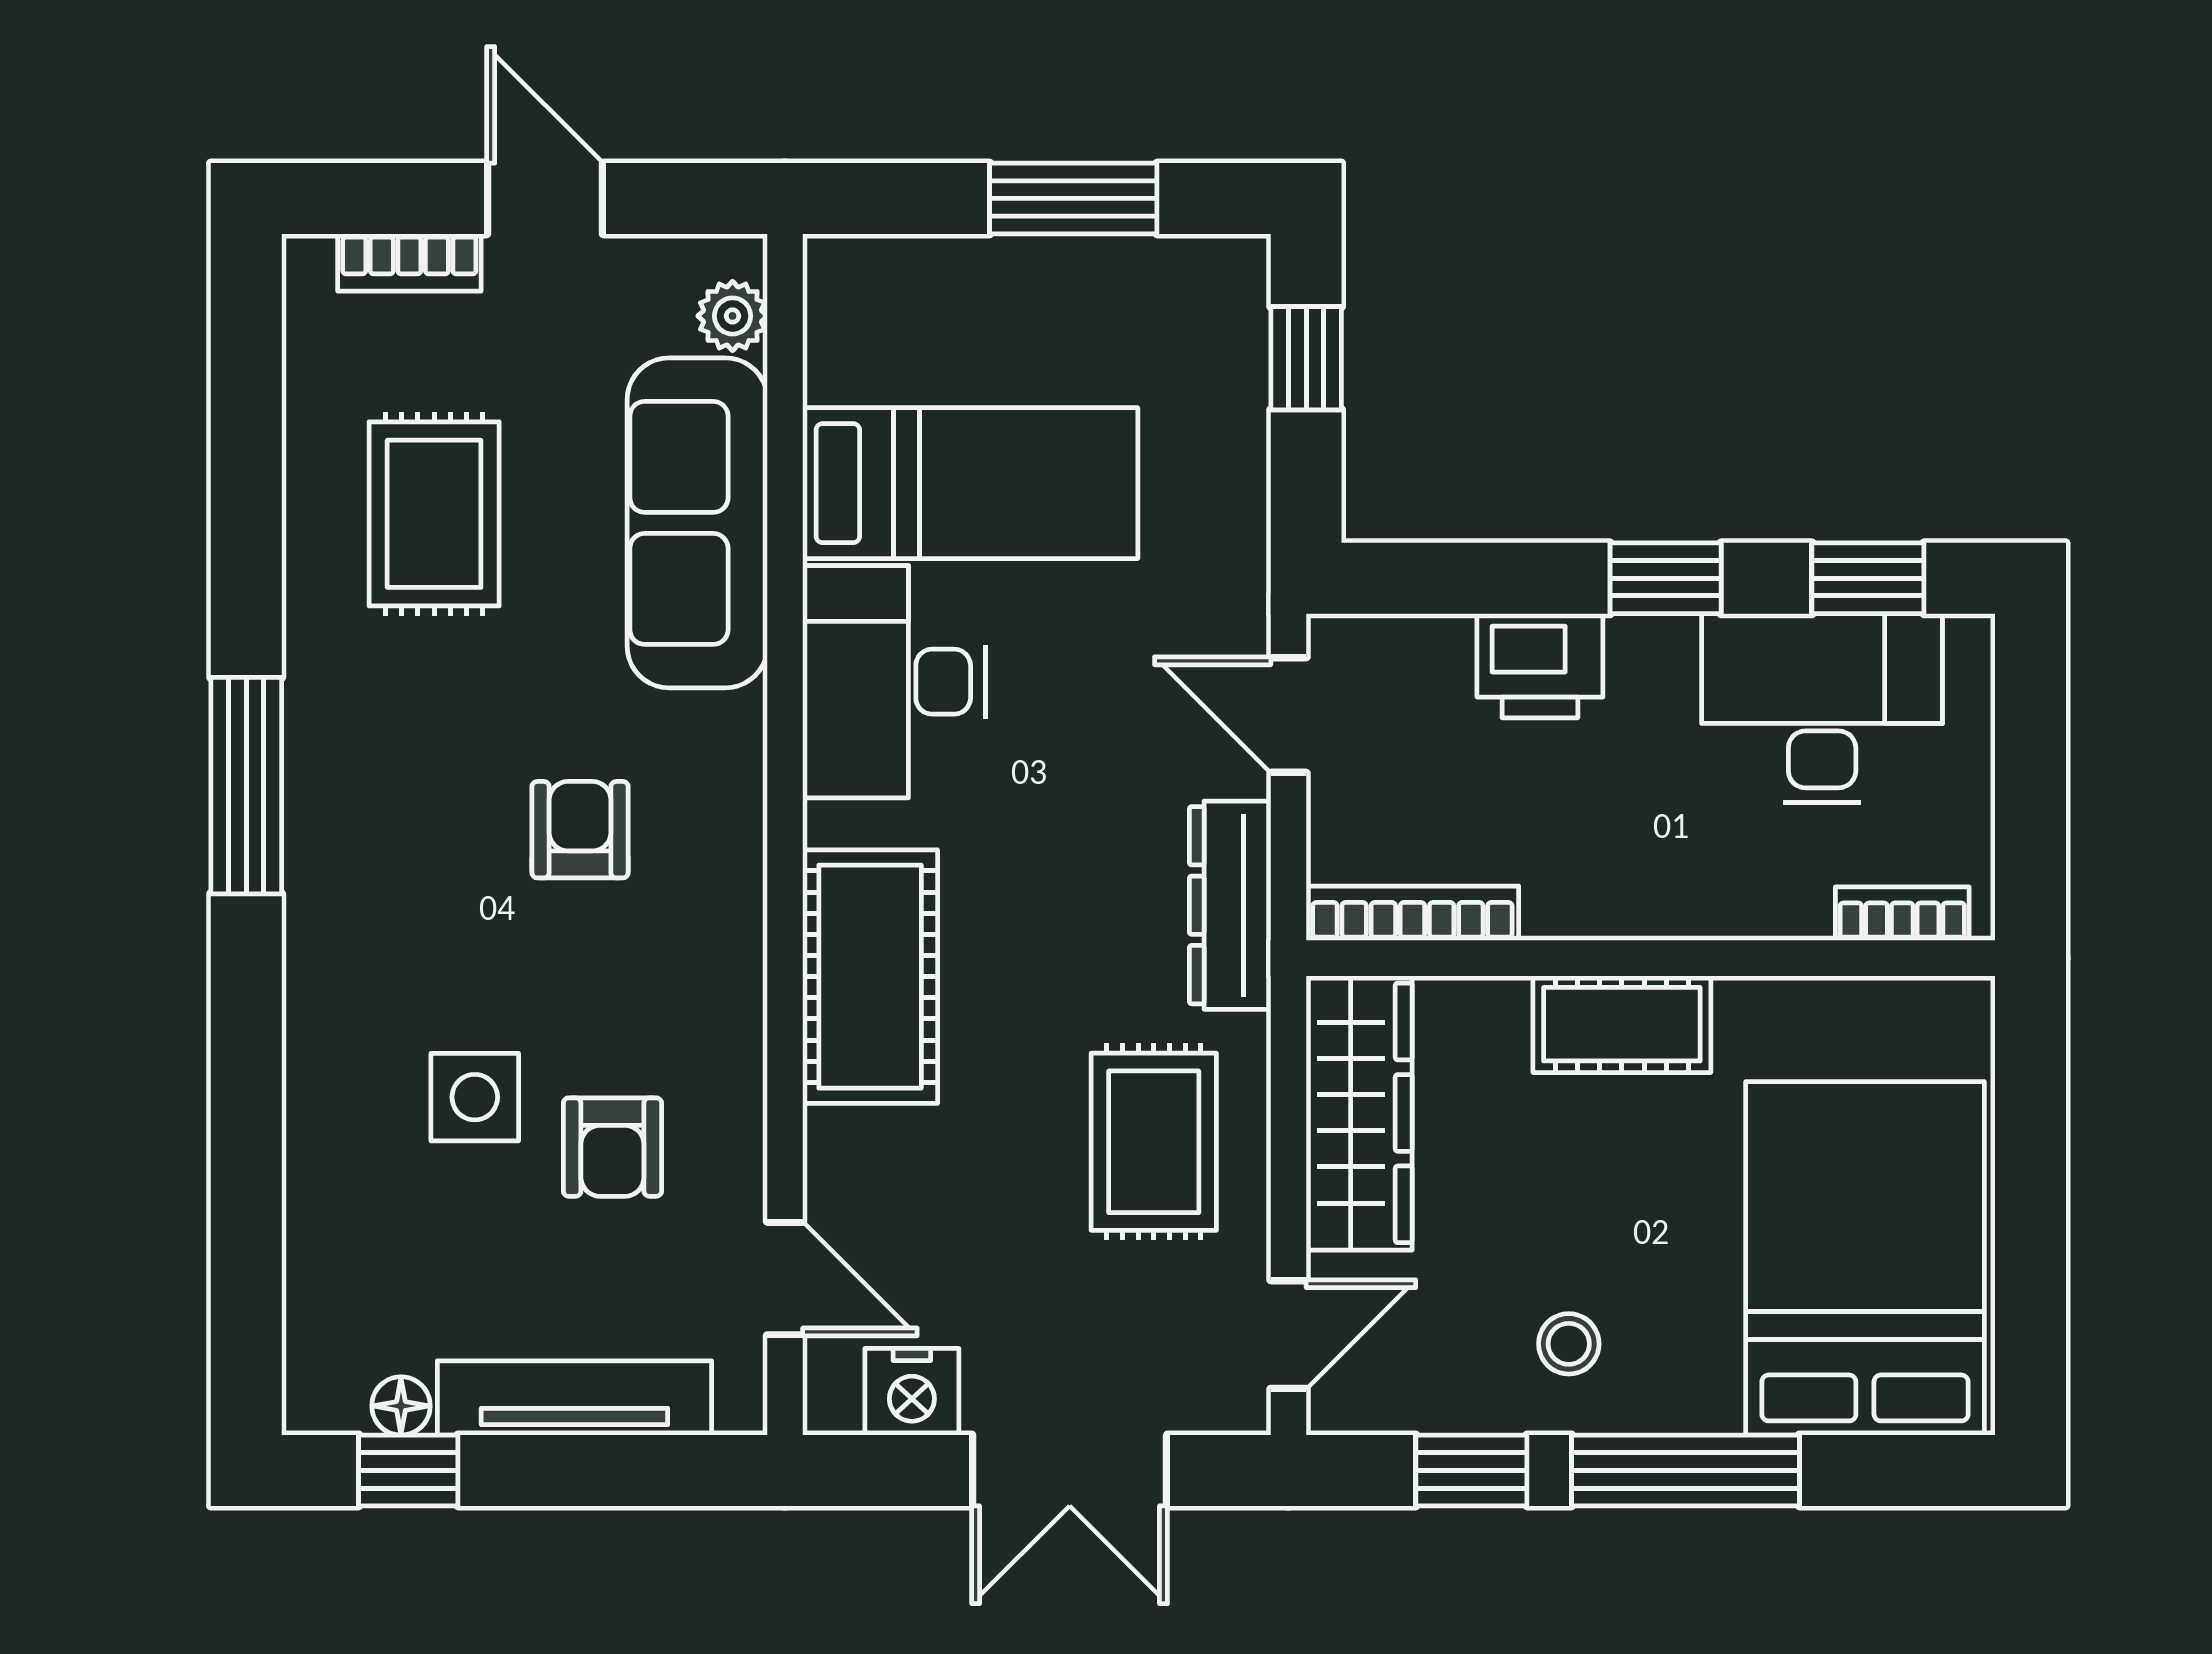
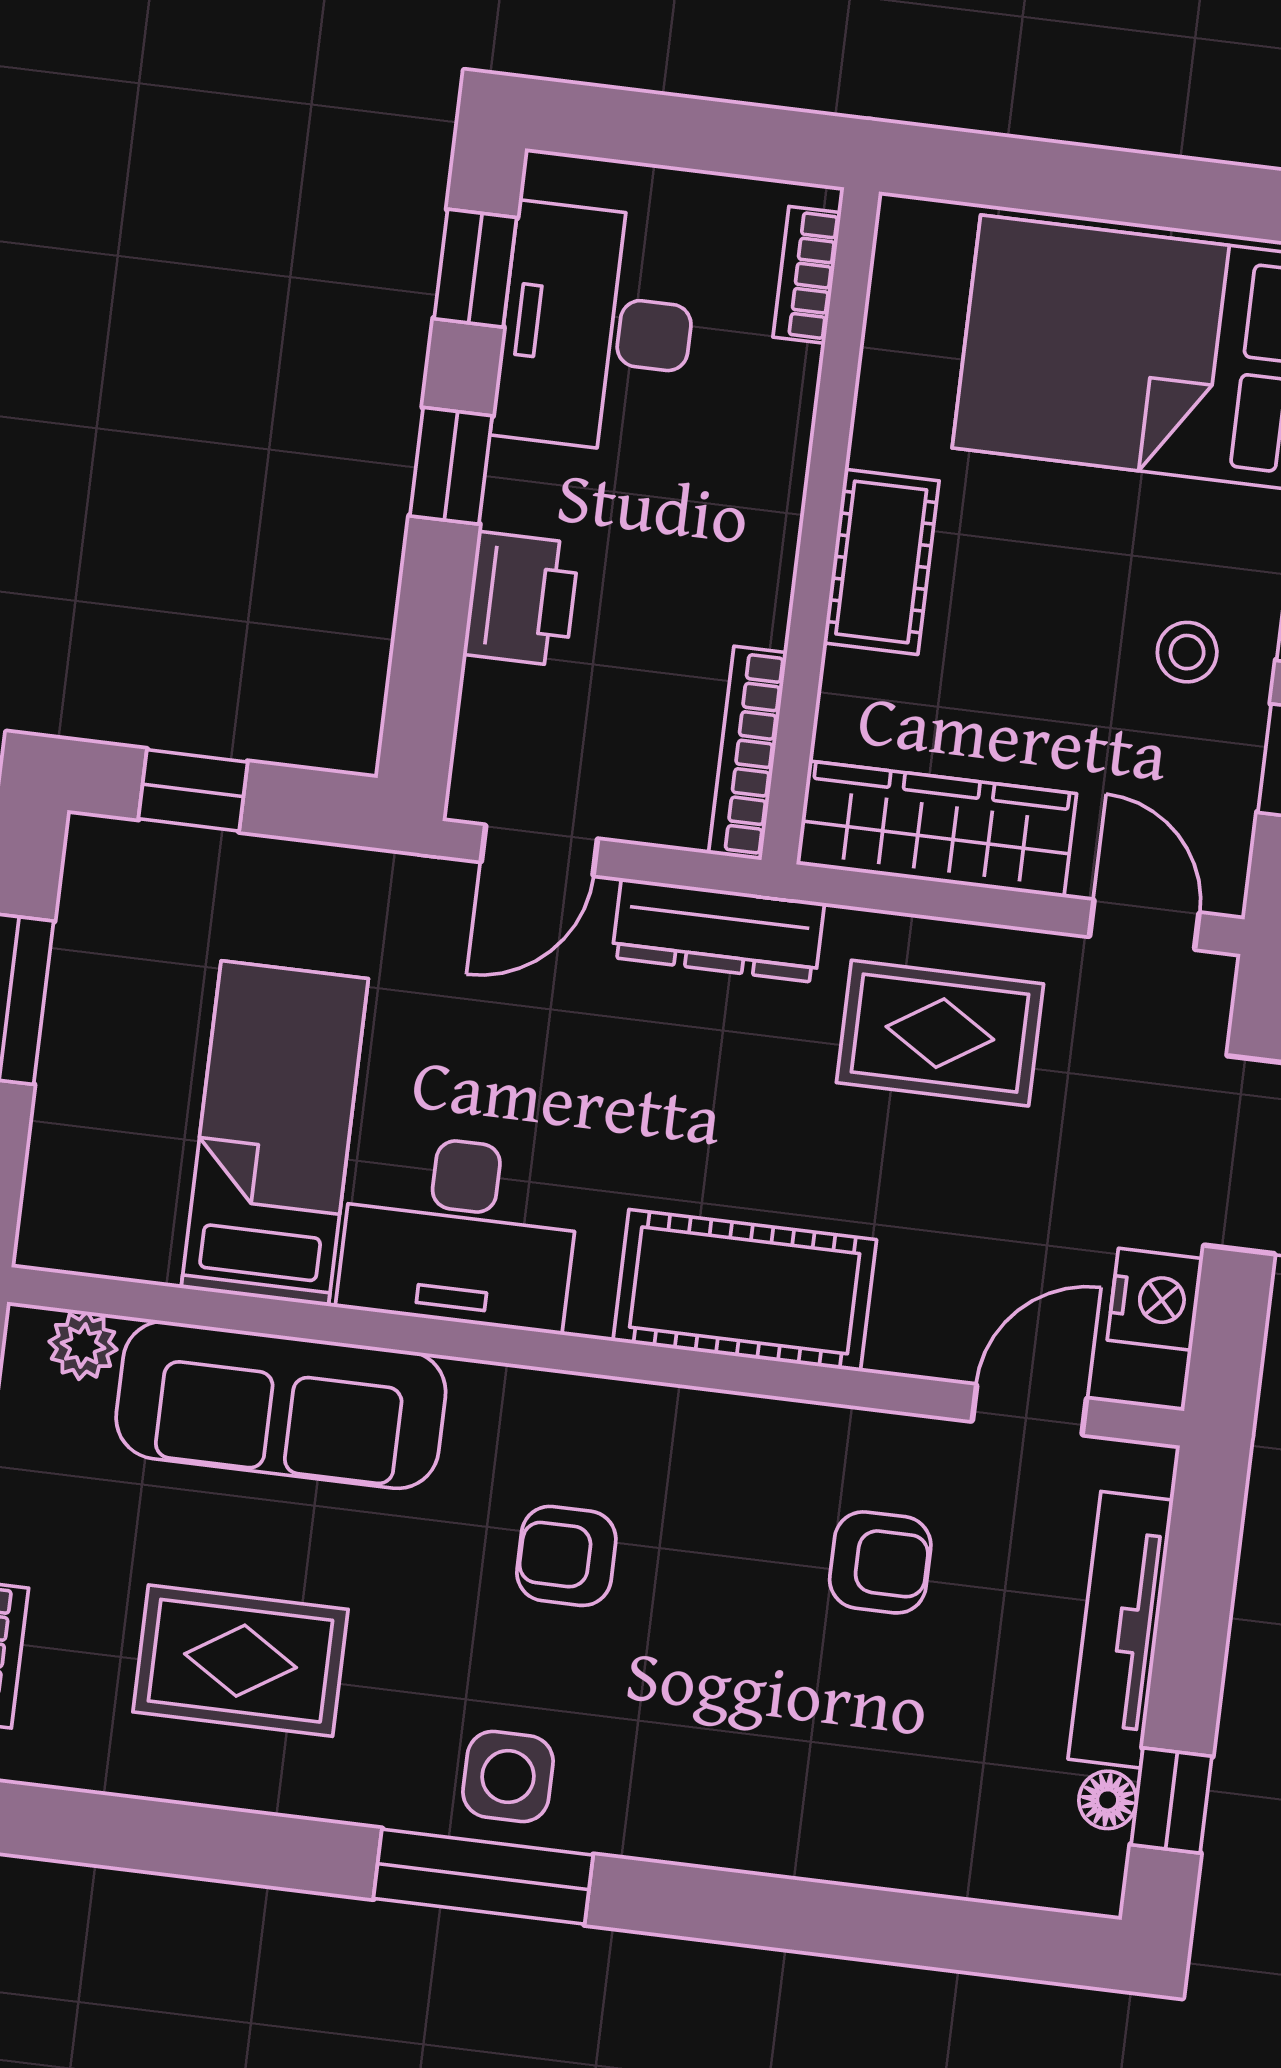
side table: (475, 1097) -> (508, 1776), moved

